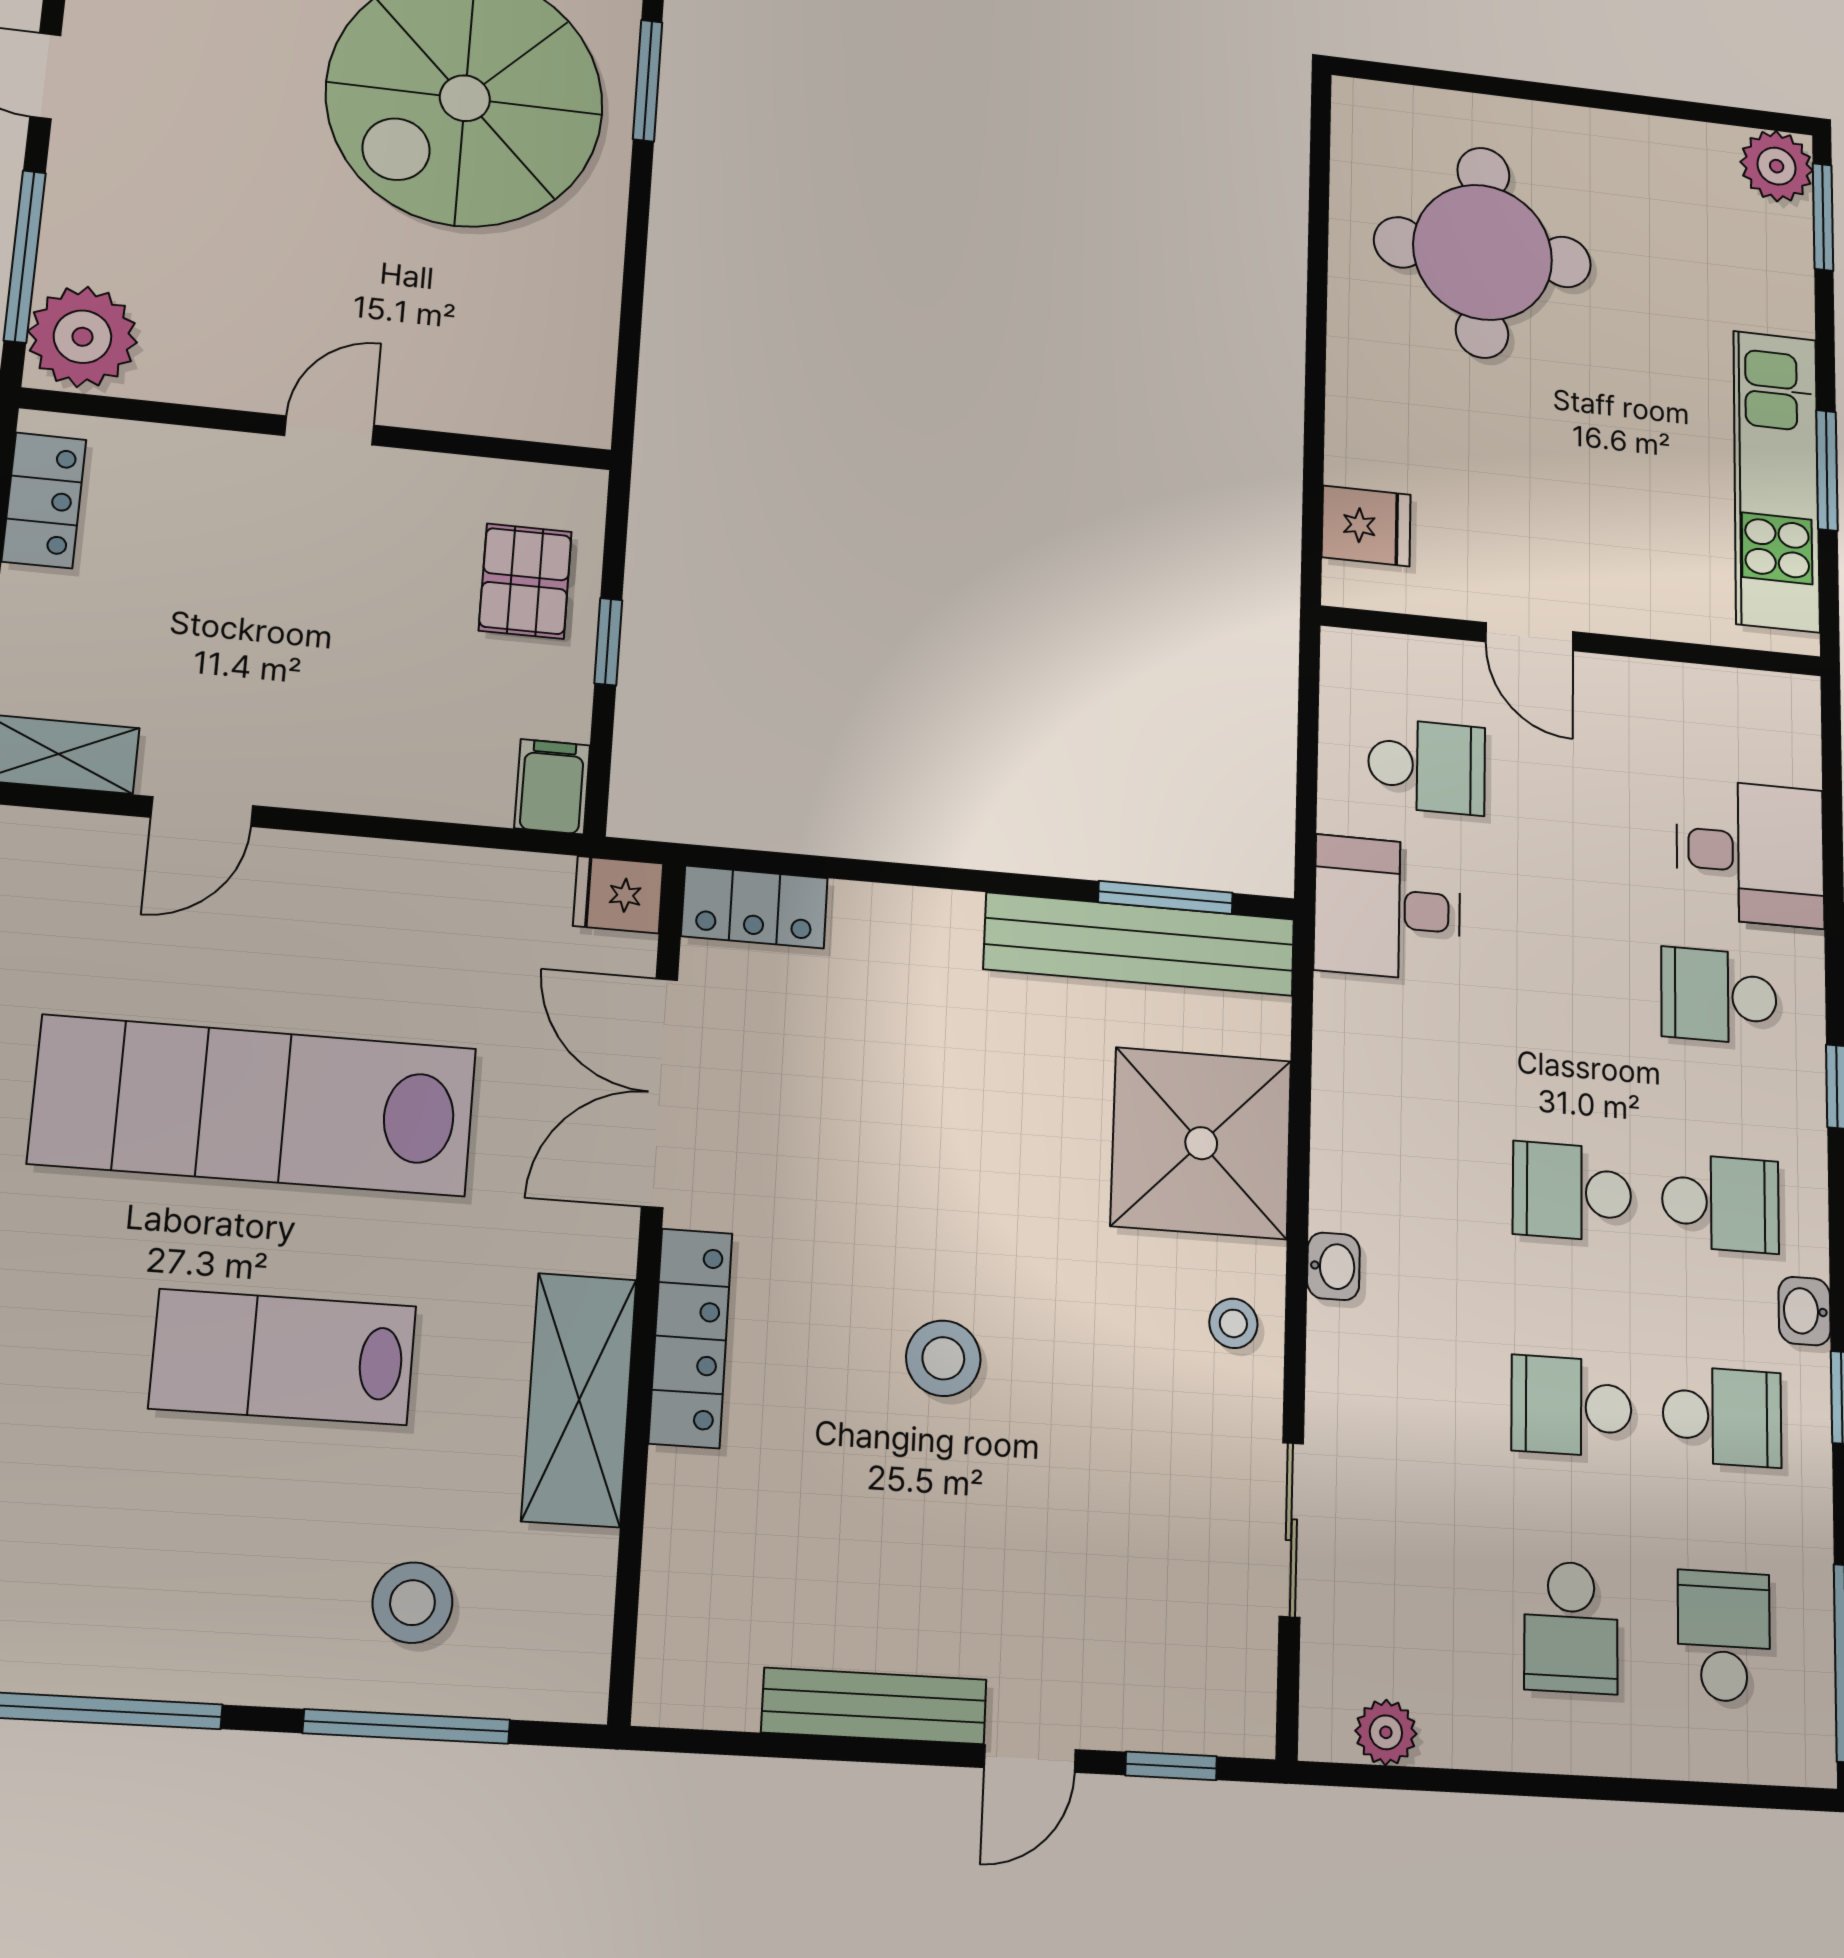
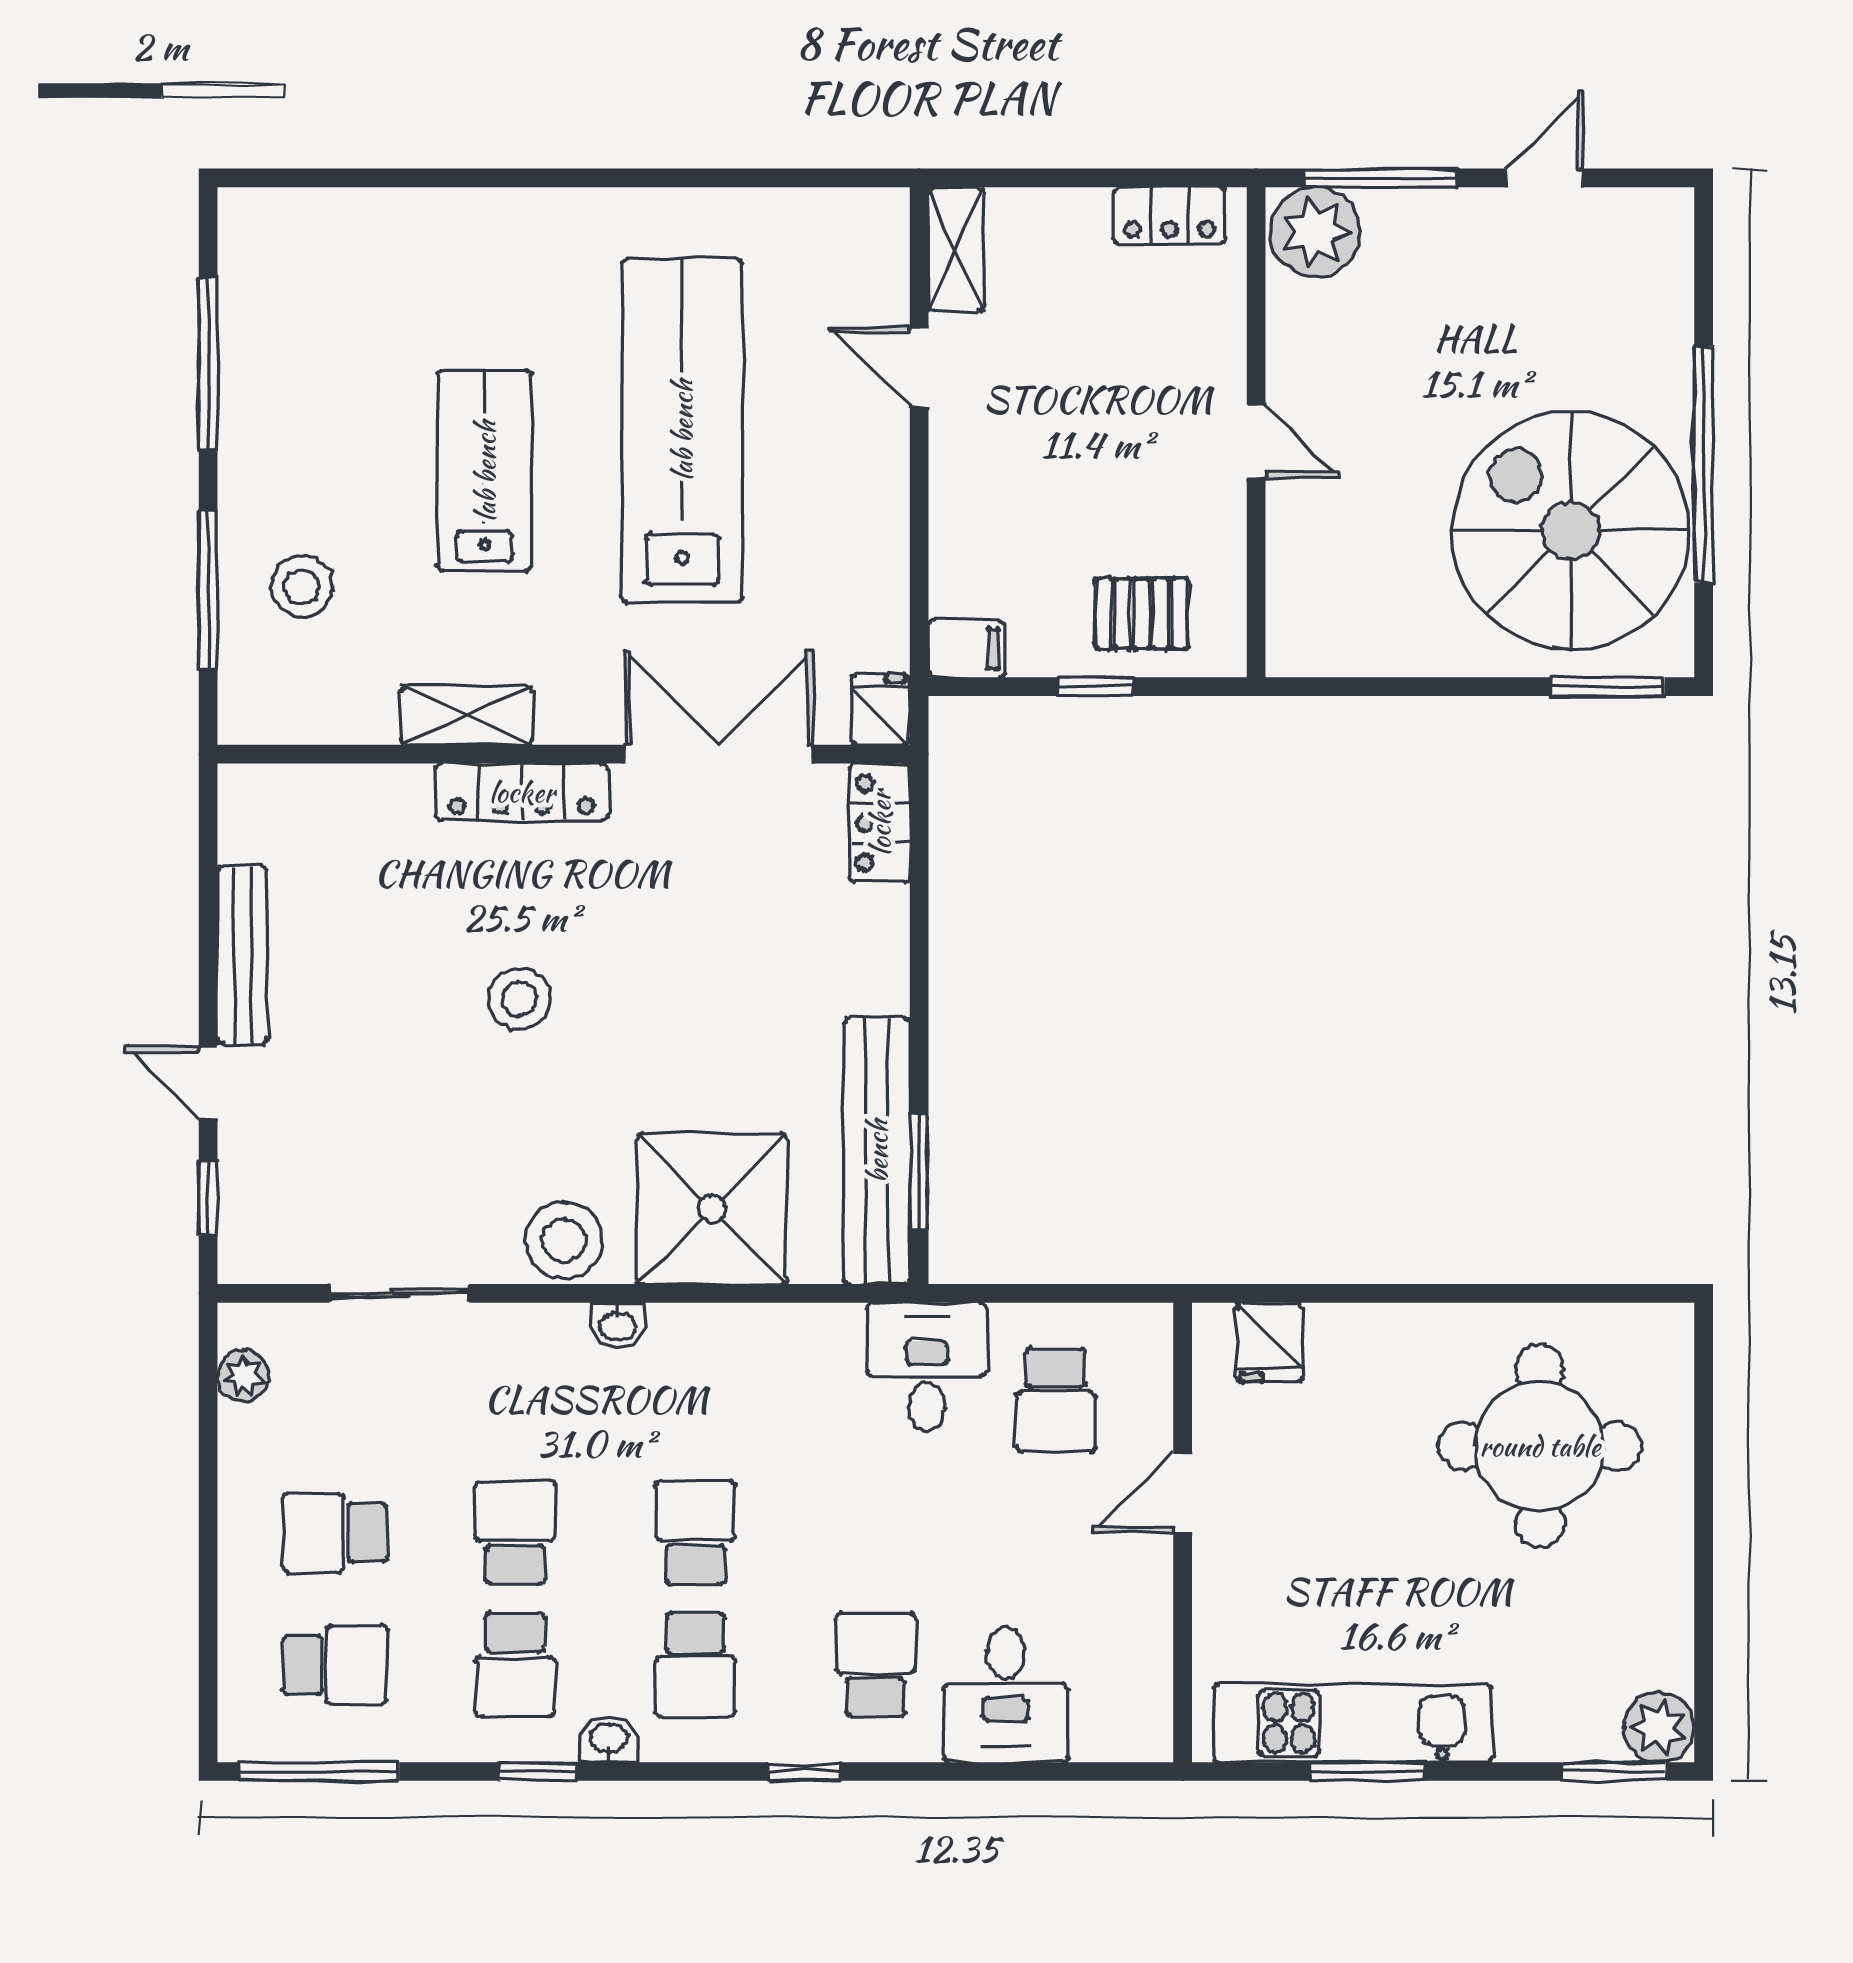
stool: (1233, 1323) -> (564, 1240), width x1.89, depth x1.89
shelving: (579, 1400) -> (467, 715), width x0.67, depth x0.75

